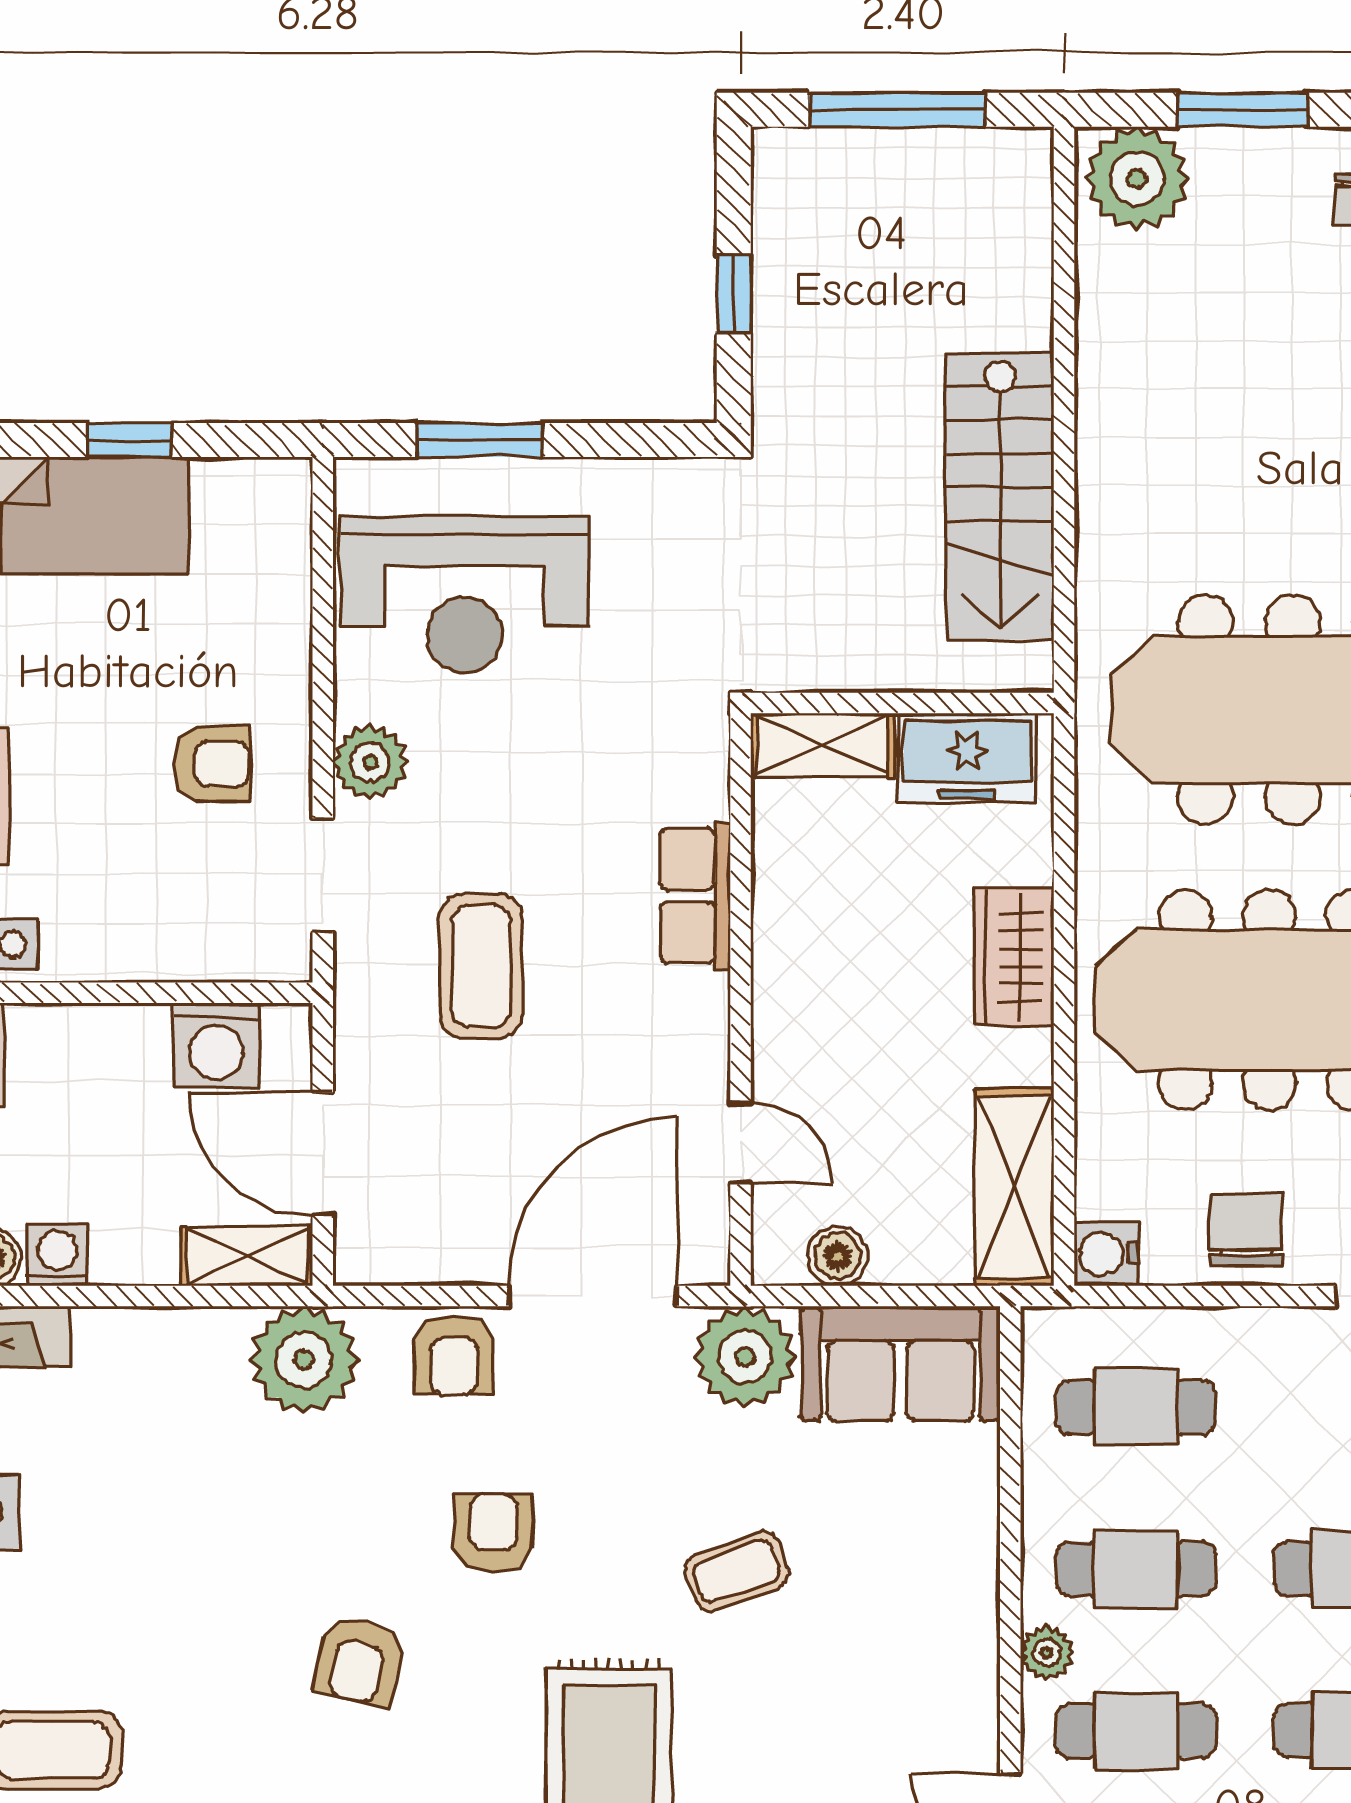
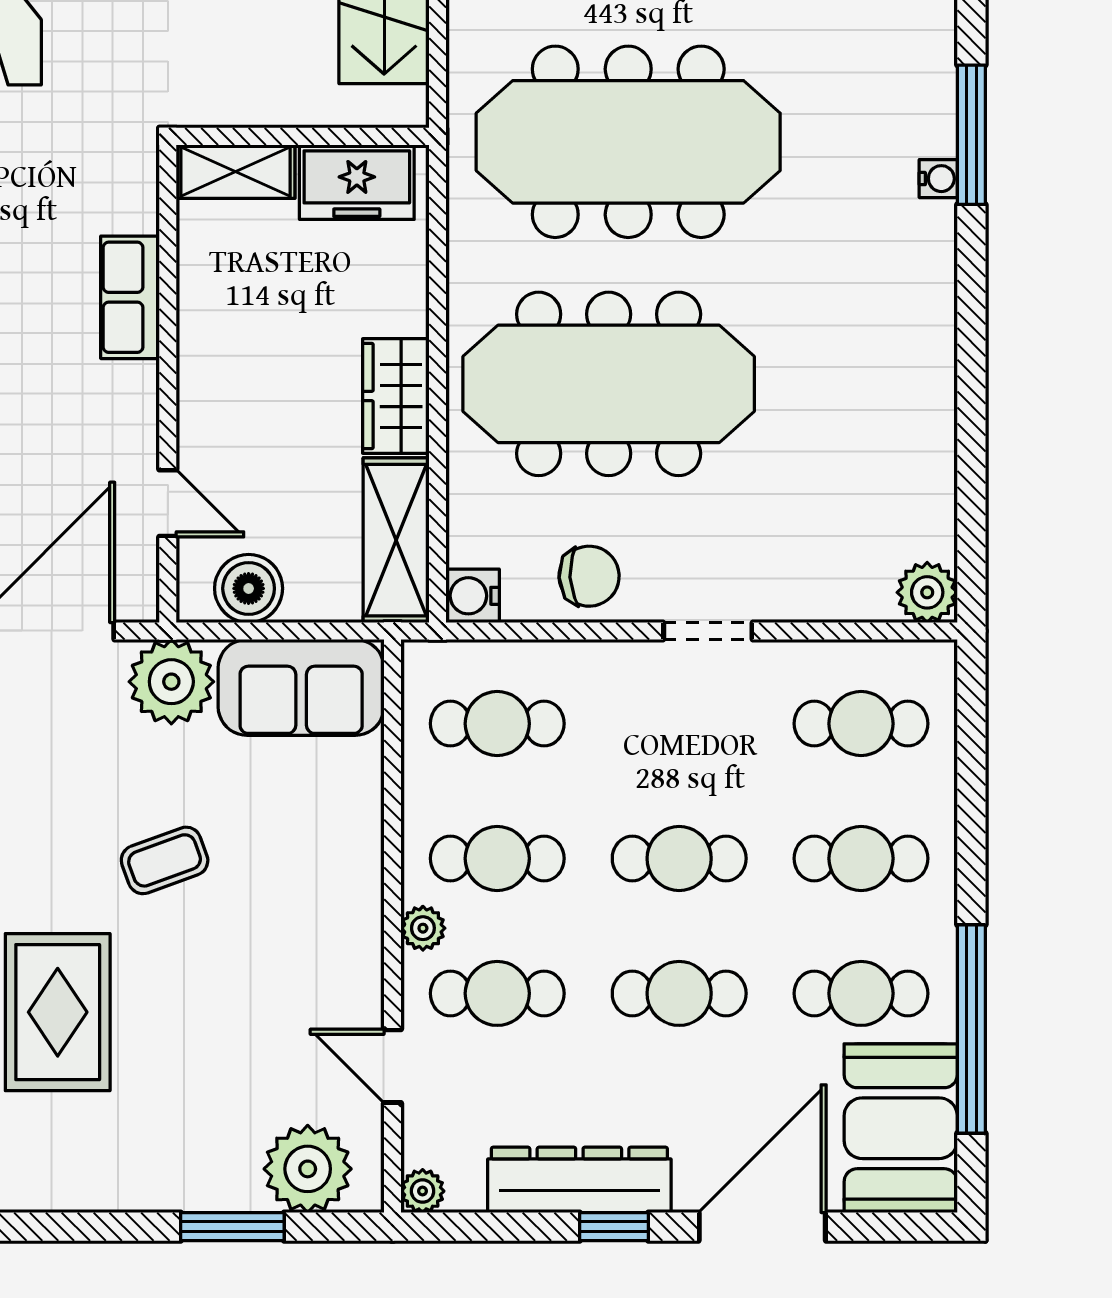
wardrobe: (1014, 957) -> (396, 396), moved
chair: (1246, 1230) -> (589, 576), turned 87
boiler: (838, 1256) -> (249, 588), width x1.36, depth x1.36

